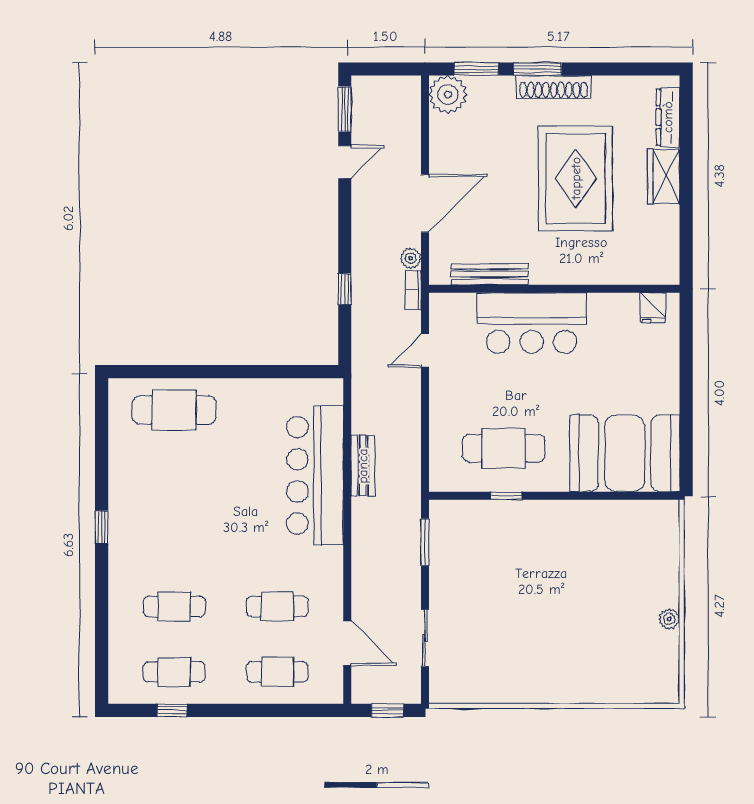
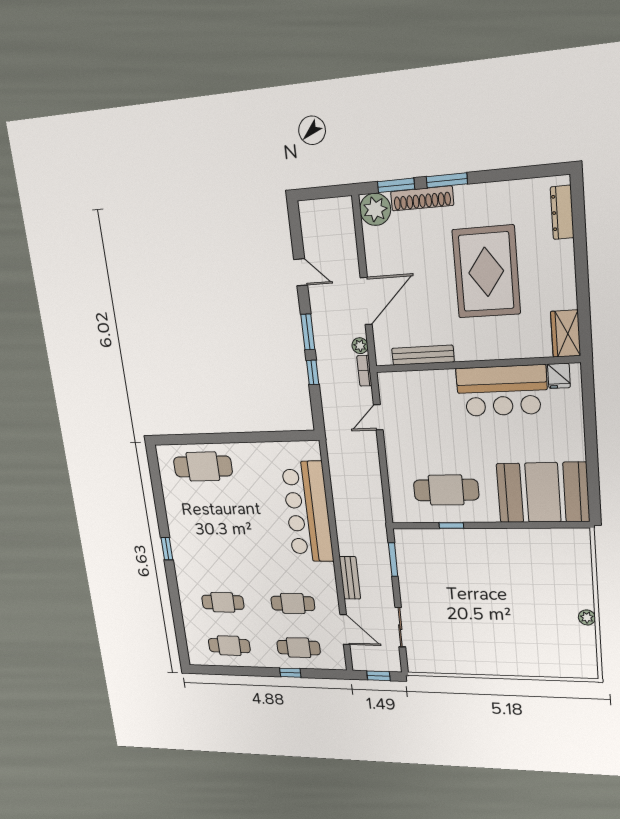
shoe rack: (554, 87) -> (422, 198), moved
window: (345, 109) -> (308, 332), moved
door: (345, 162) -> (301, 272), hinge flipped
wardrobe: (664, 177) -> (566, 334), moved
bar counter: (532, 323) -> (502, 391), moved
bench: (363, 466) -> (350, 578), moved
window: (172, 710) -> (290, 673), moved

